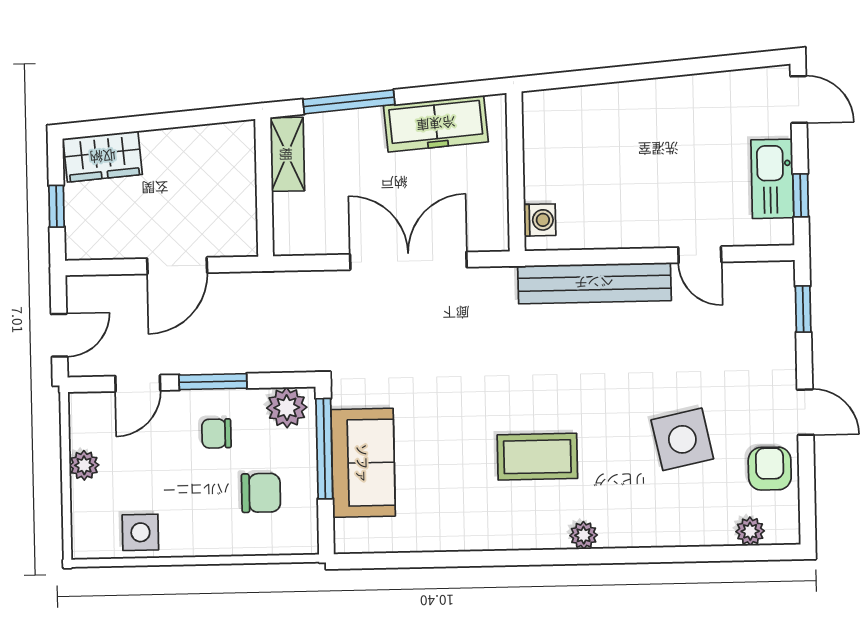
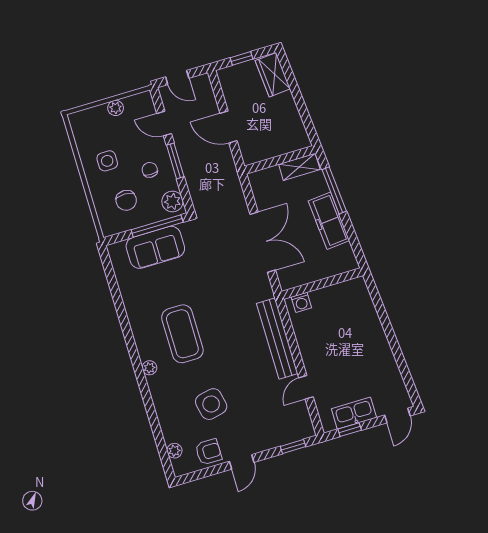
freezer: (436, 124) -> (329, 221), moved
coffee table: (537, 457) -> (182, 334), width x1.36, depth x1.32
side table: (140, 532) -> (107, 161), moved

